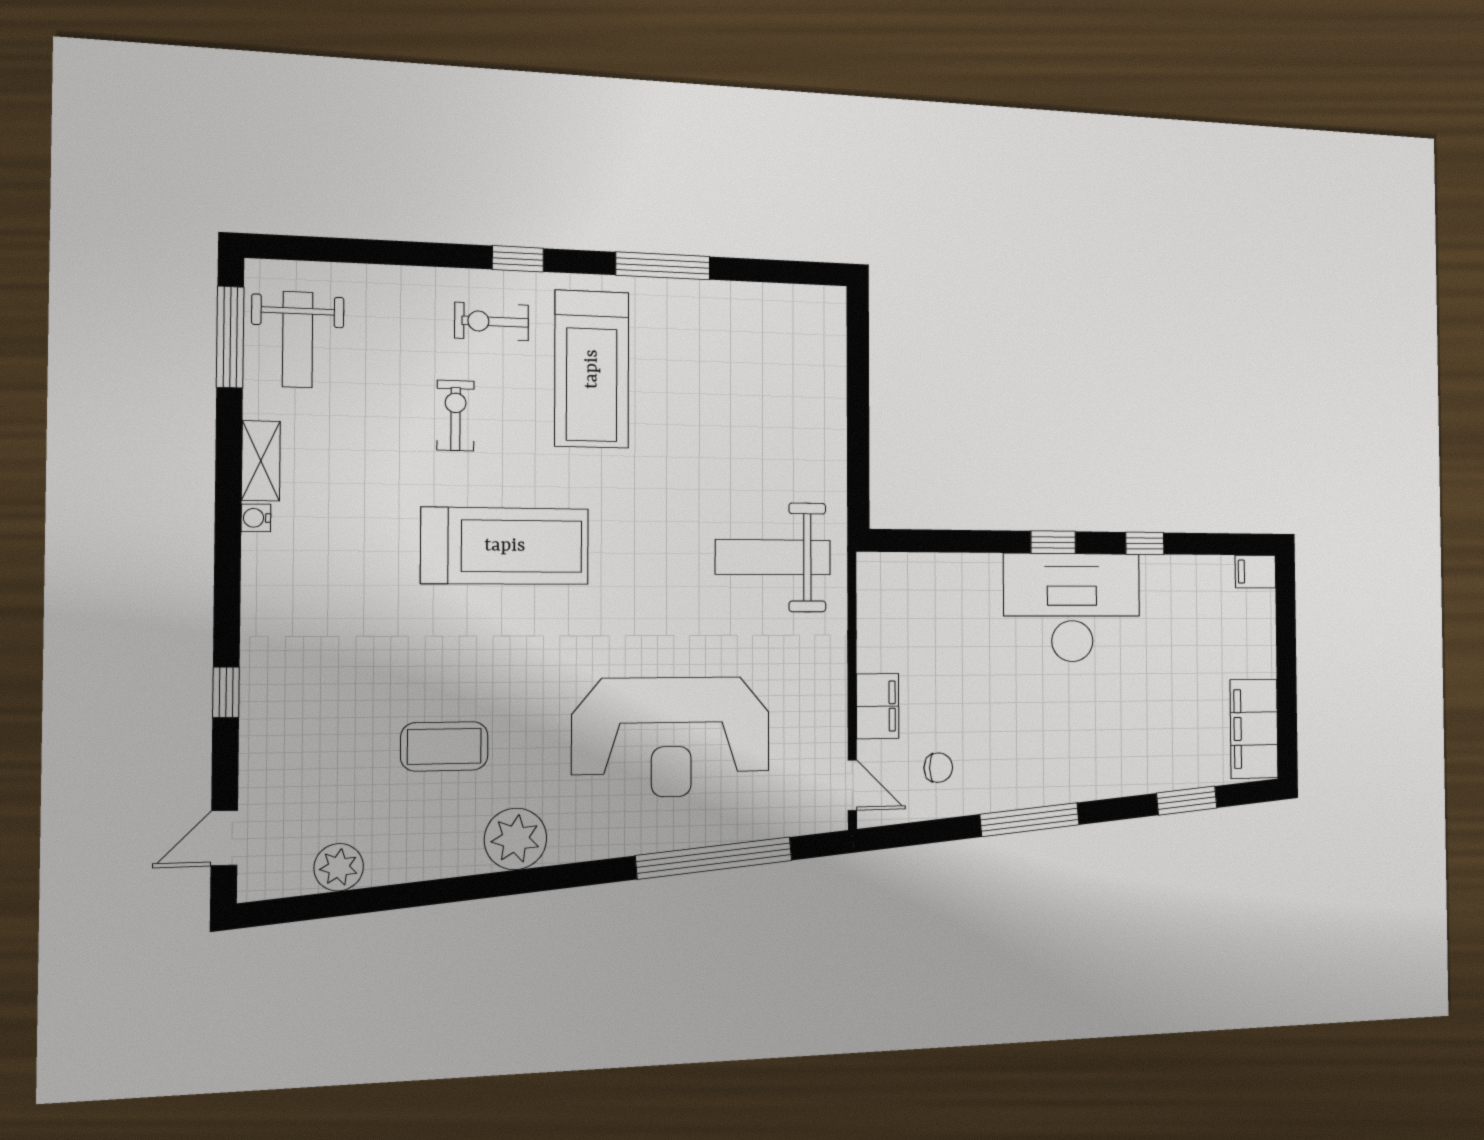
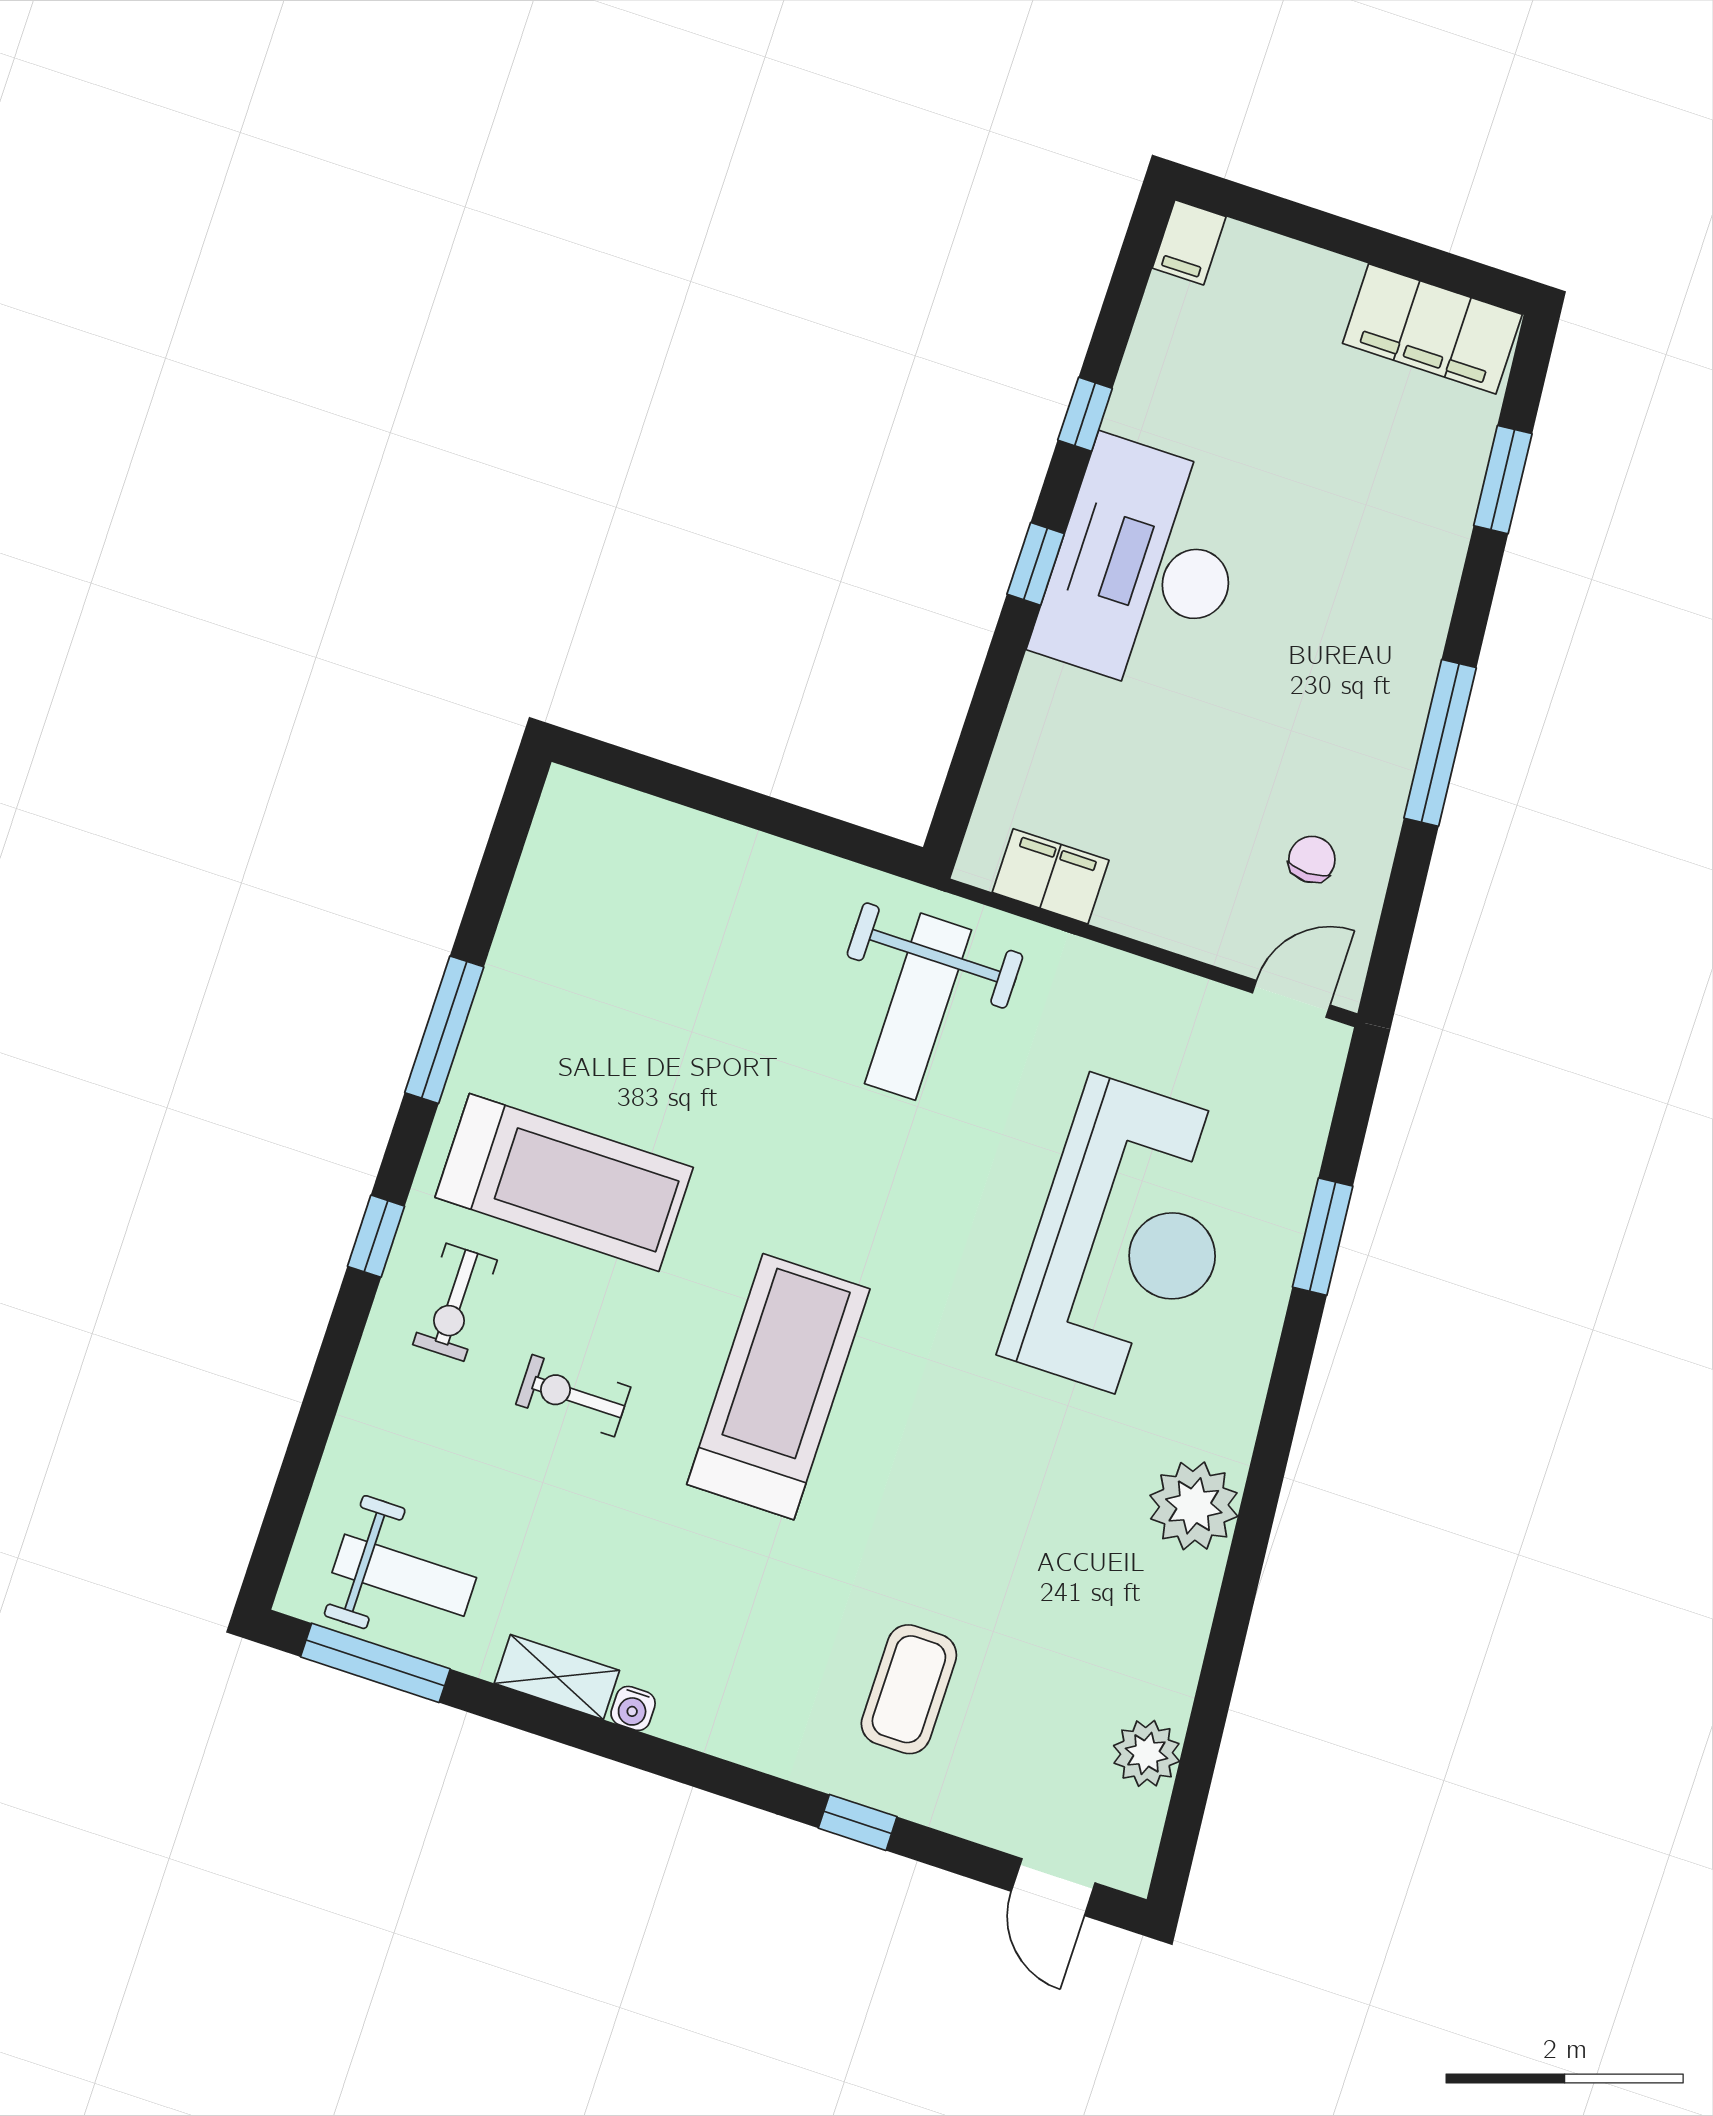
filing cabinet: (878, 706) -> (1051, 876), moved
coffee table: (444, 746) -> (909, 1689), moved
window: (714, 858) -> (1323, 1237), width x0.47

